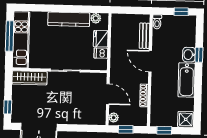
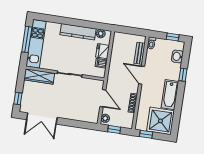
washbasin: (189, 55) -> (177, 56), moved
shower: (186, 119) -> (160, 121), width x1.86, depth x1.86

